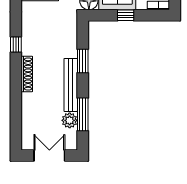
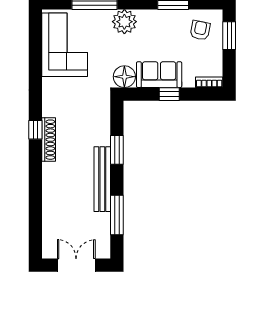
shoe rack: (27, 74) -> (49, 140), moved
plant: (70, 120) -> (101, 222), removed

